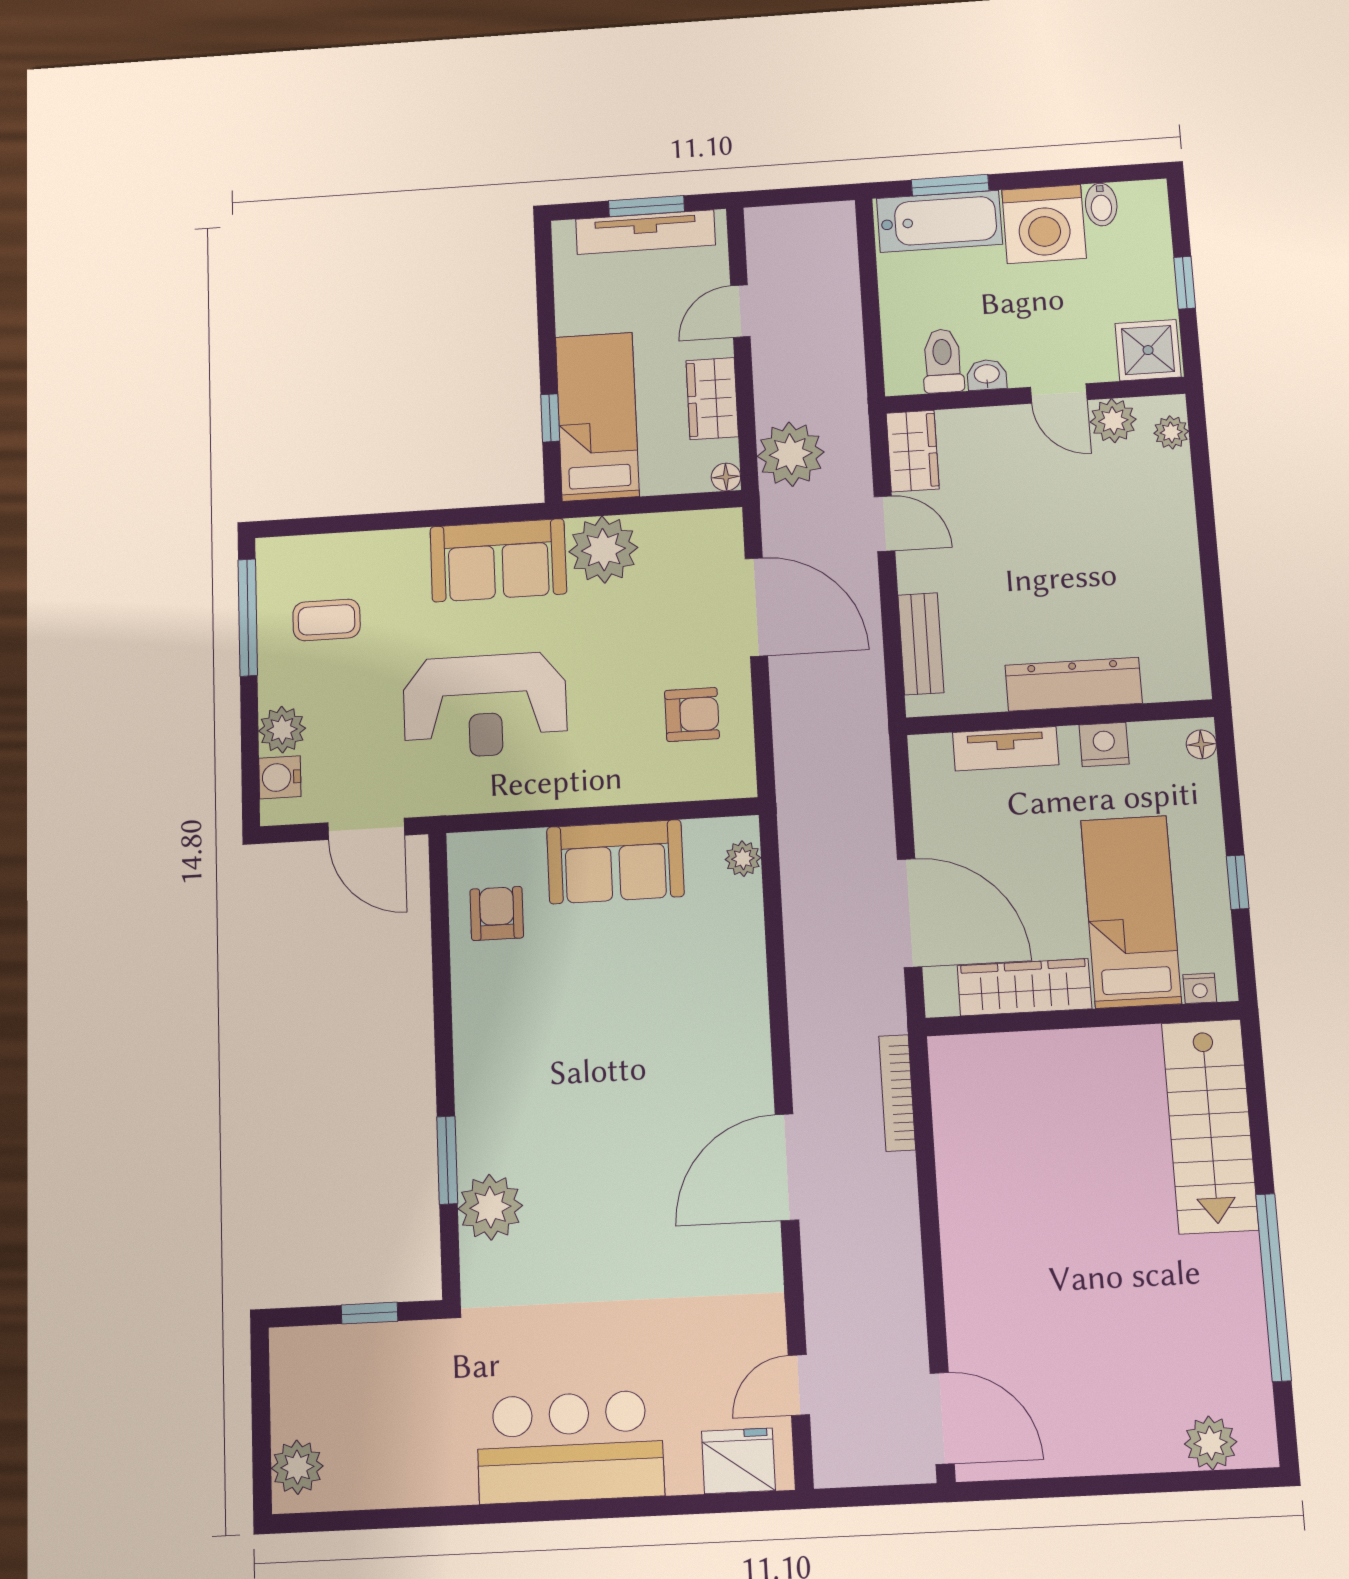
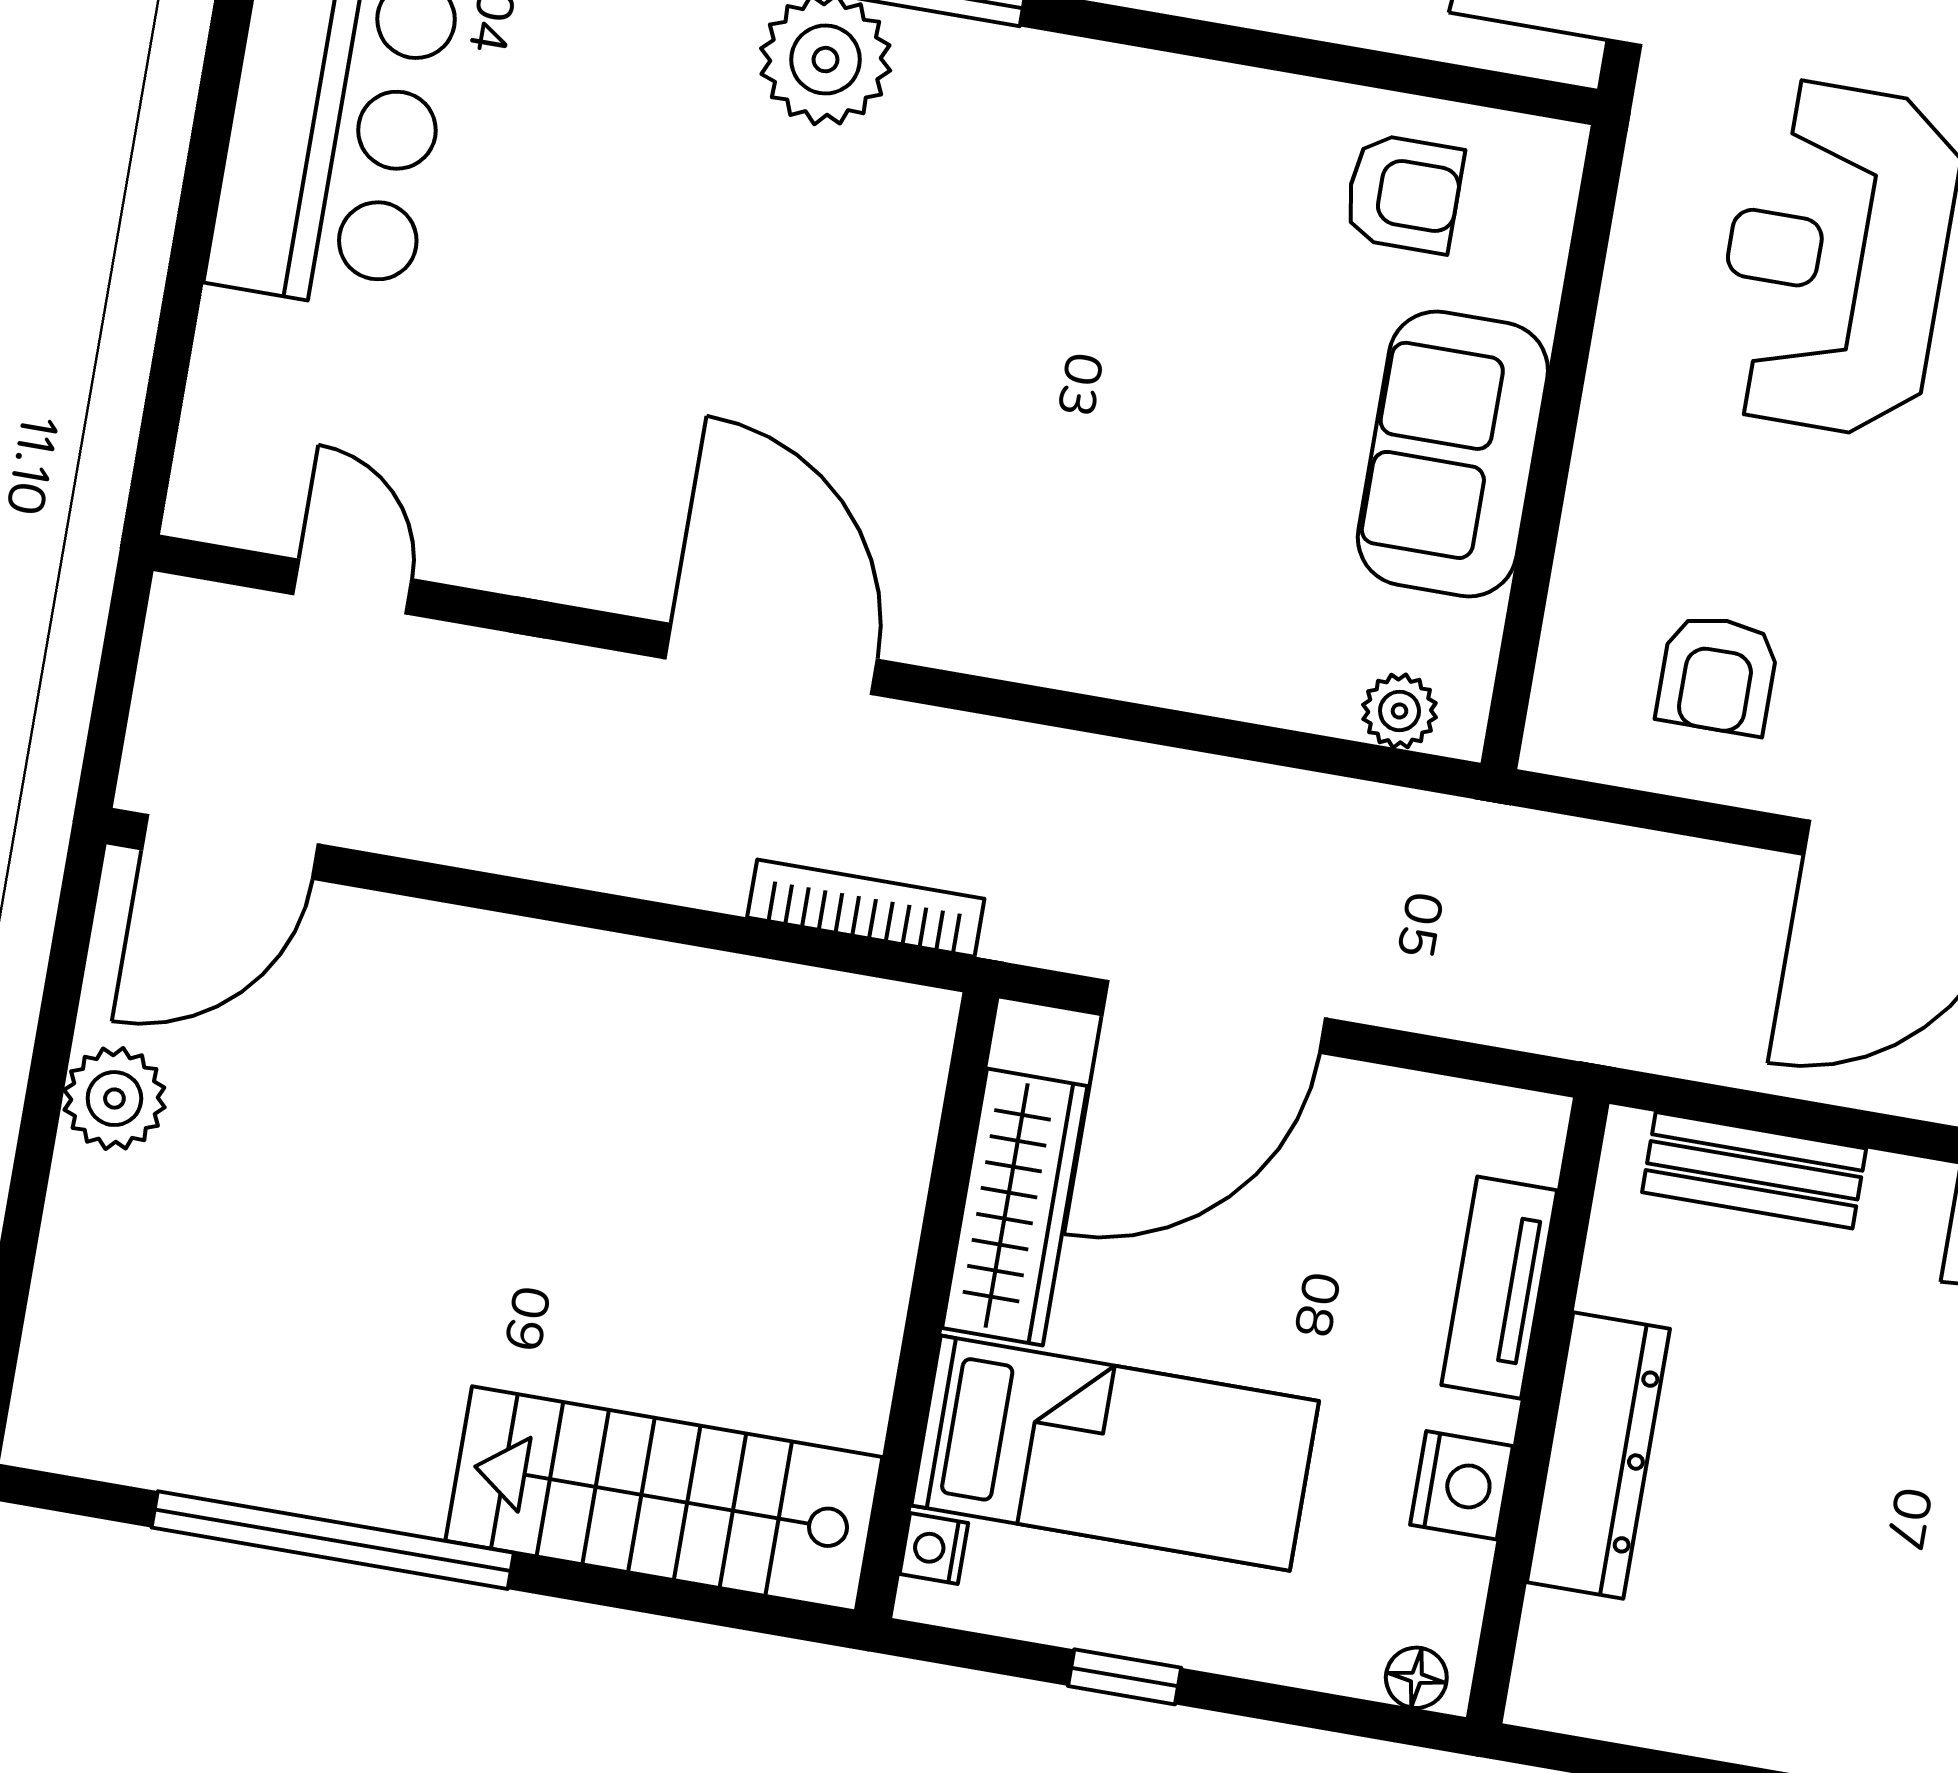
plant: (1211, 1443) -> (114, 1099), moved
fridge: (738, 1461) -> (237, 438), removed

